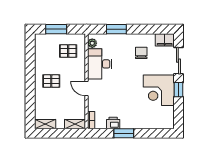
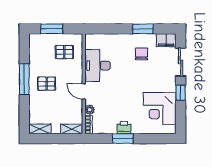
window: (116, 29) -> (143, 29), moved
plant: (92, 43) -> (90, 110), moved
window: (30, 77) -> (24, 79), added
corner desk: (159, 90) -> (160, 109), moved
printer: (113, 123) -> (124, 128), moved

